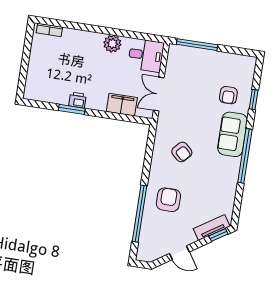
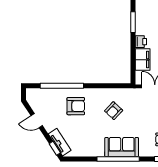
printer: (77, 100) -> (141, 42), moved
sofa: (232, 134) -> (122, 147), moved
door: (179, 253) -> (37, 121), hinge flipped

